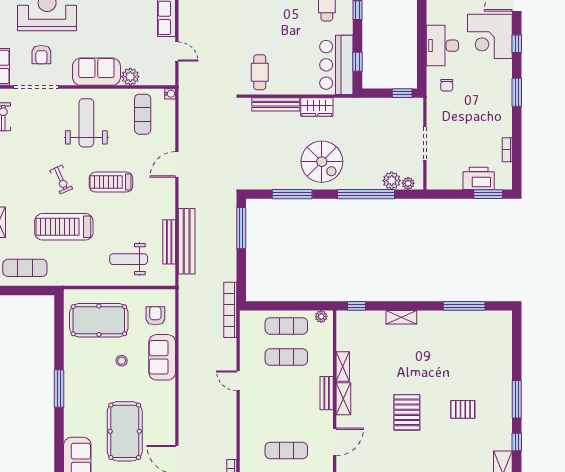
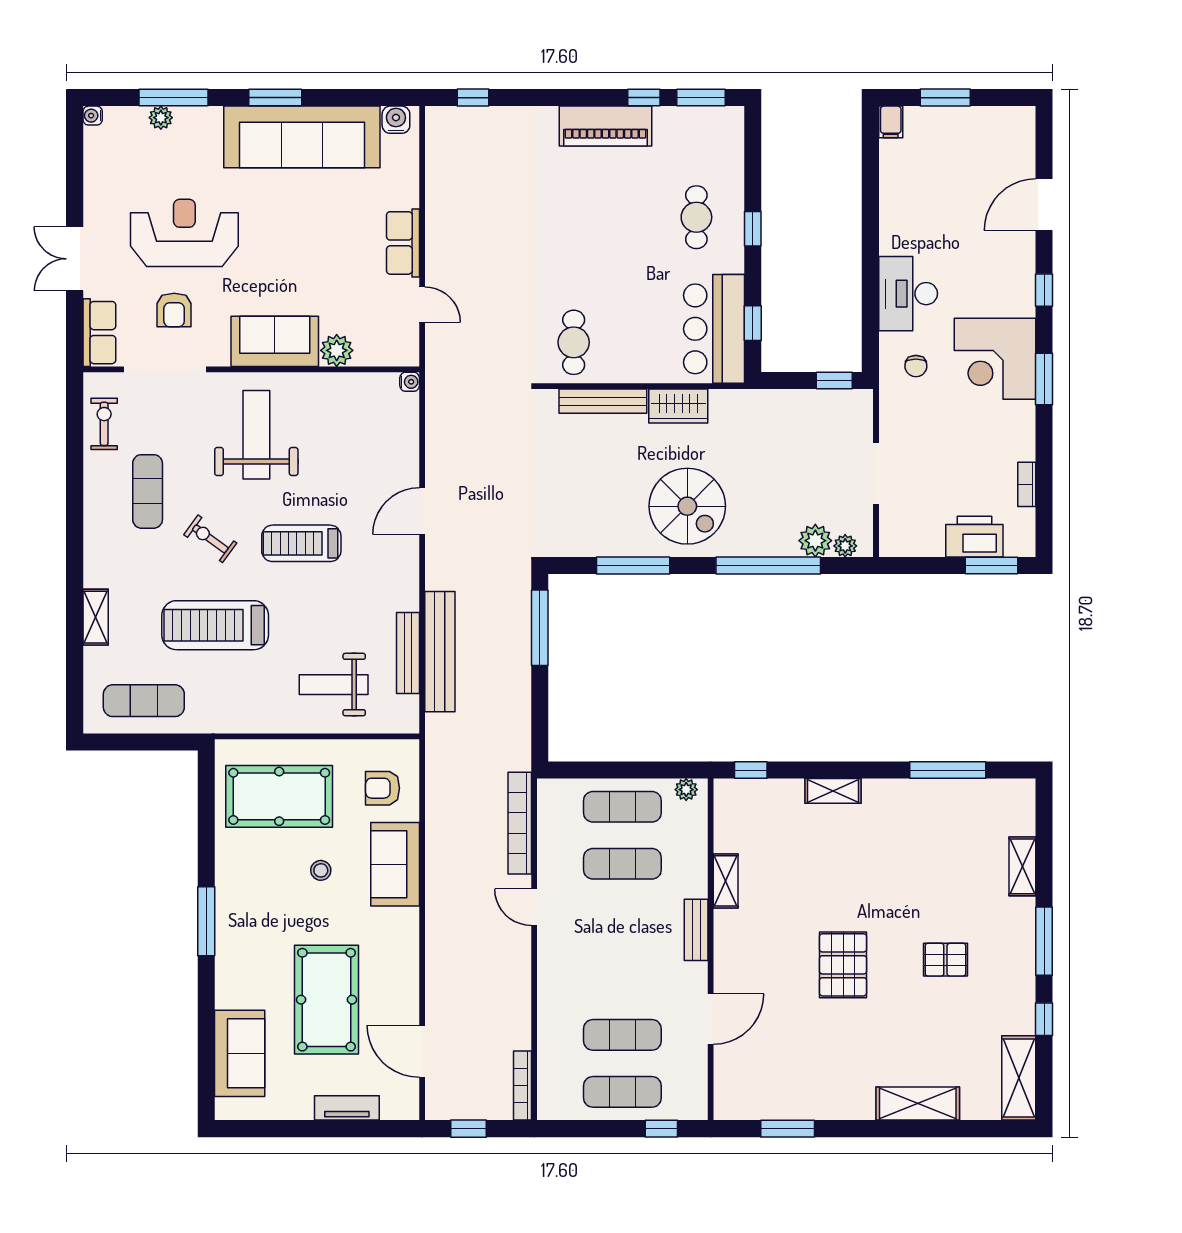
corner desk: (490, 36) -> (995, 359), moved
exercise mat: (143, 114) -> (148, 491), moved
exercise bike: (61, 180) -> (210, 539), turned 150
bookcase: (230, 310) -> (520, 823), moved
armchair: (155, 316) -> (383, 788), turned -90
shelving: (343, 399) -> (1022, 866), moved

